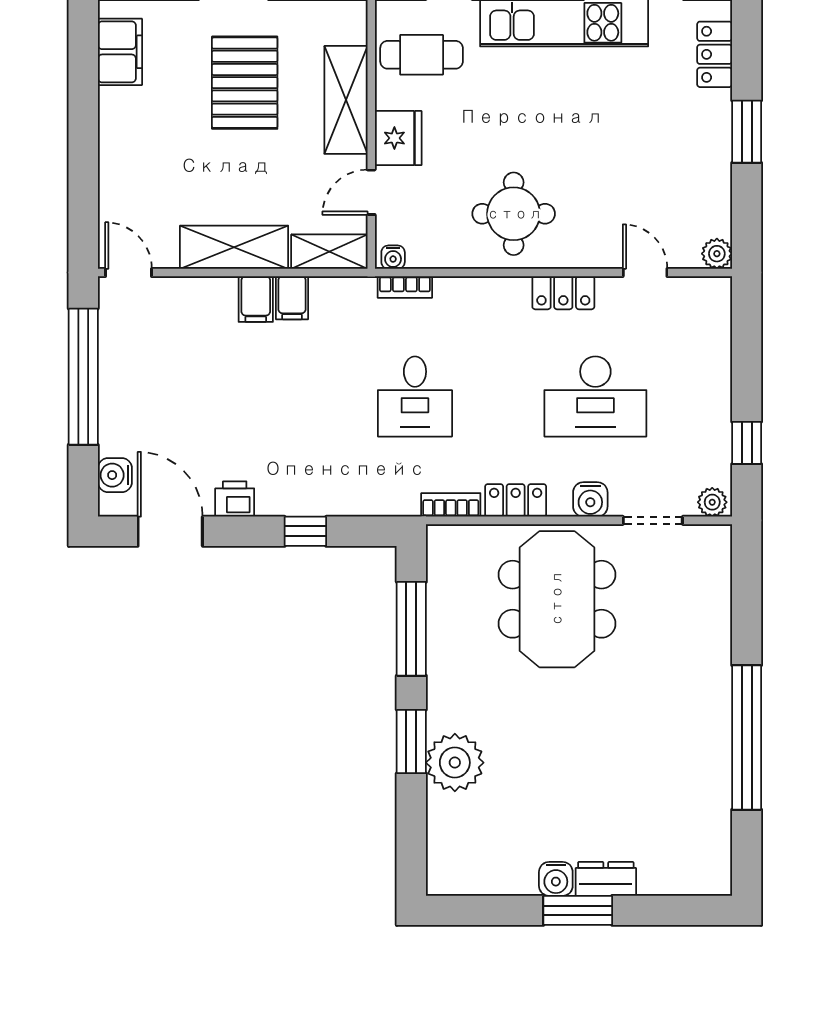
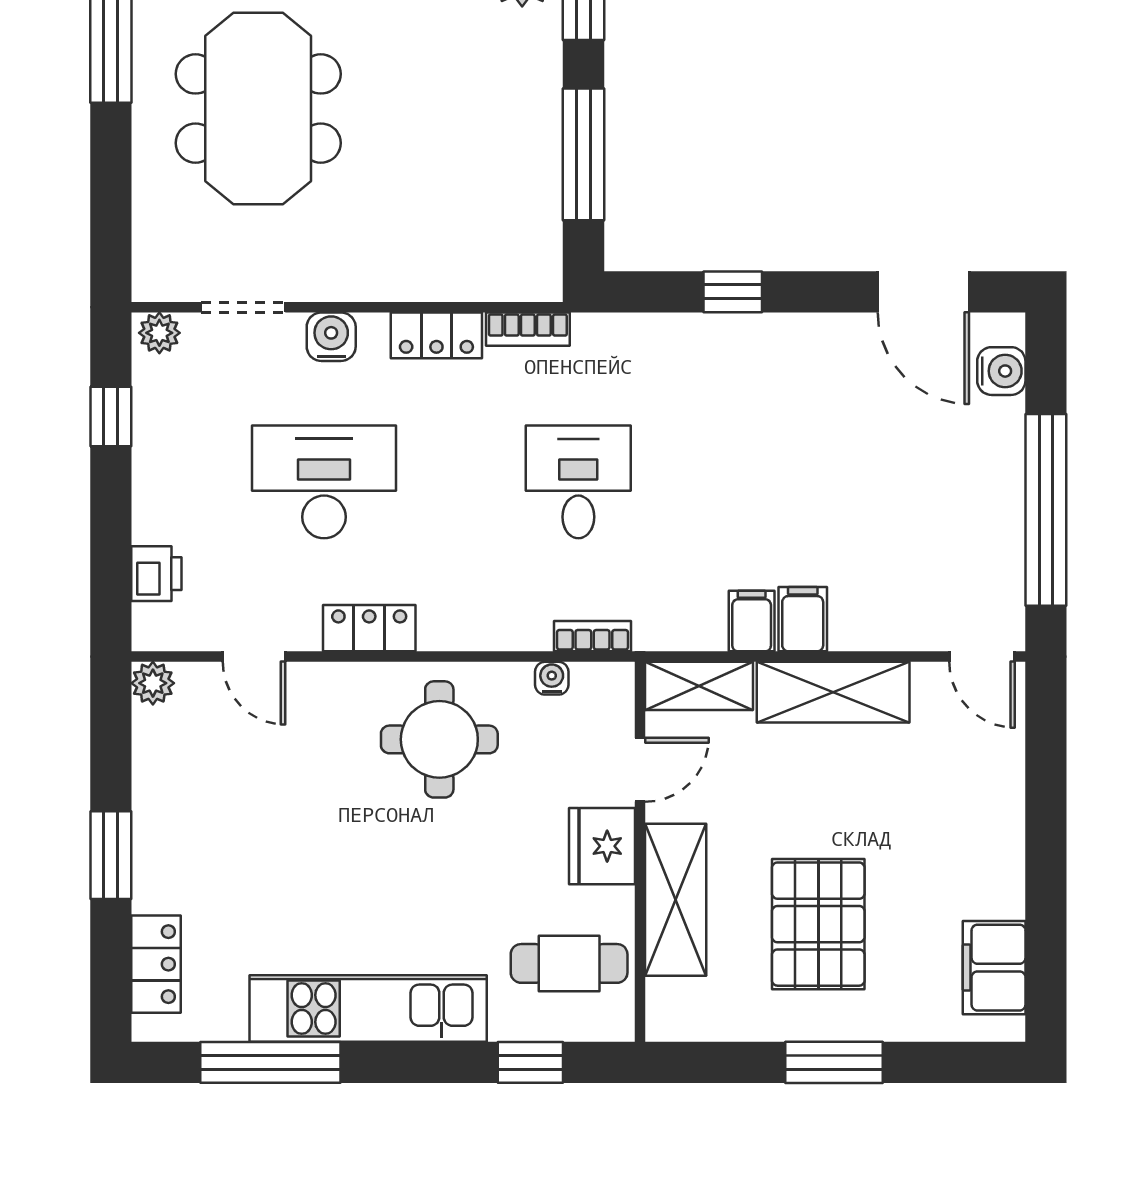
water cooler: (393, 257) -> (552, 678), moved
printer: (235, 499) -> (156, 574), moved, turned -90
meeting table: (557, 599) -> (258, 109), moved

